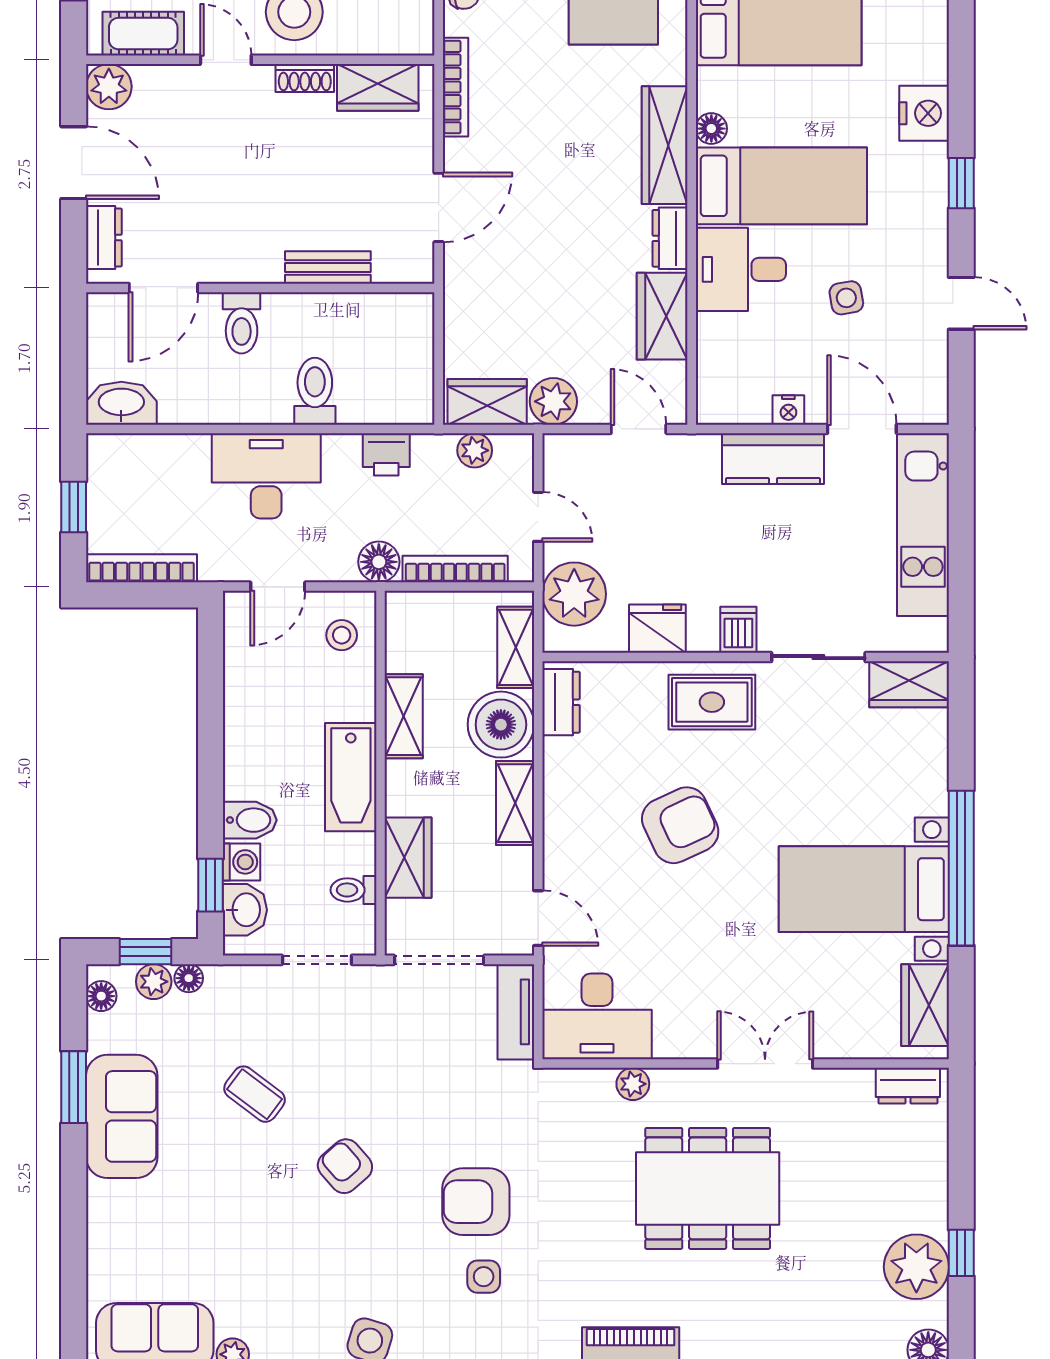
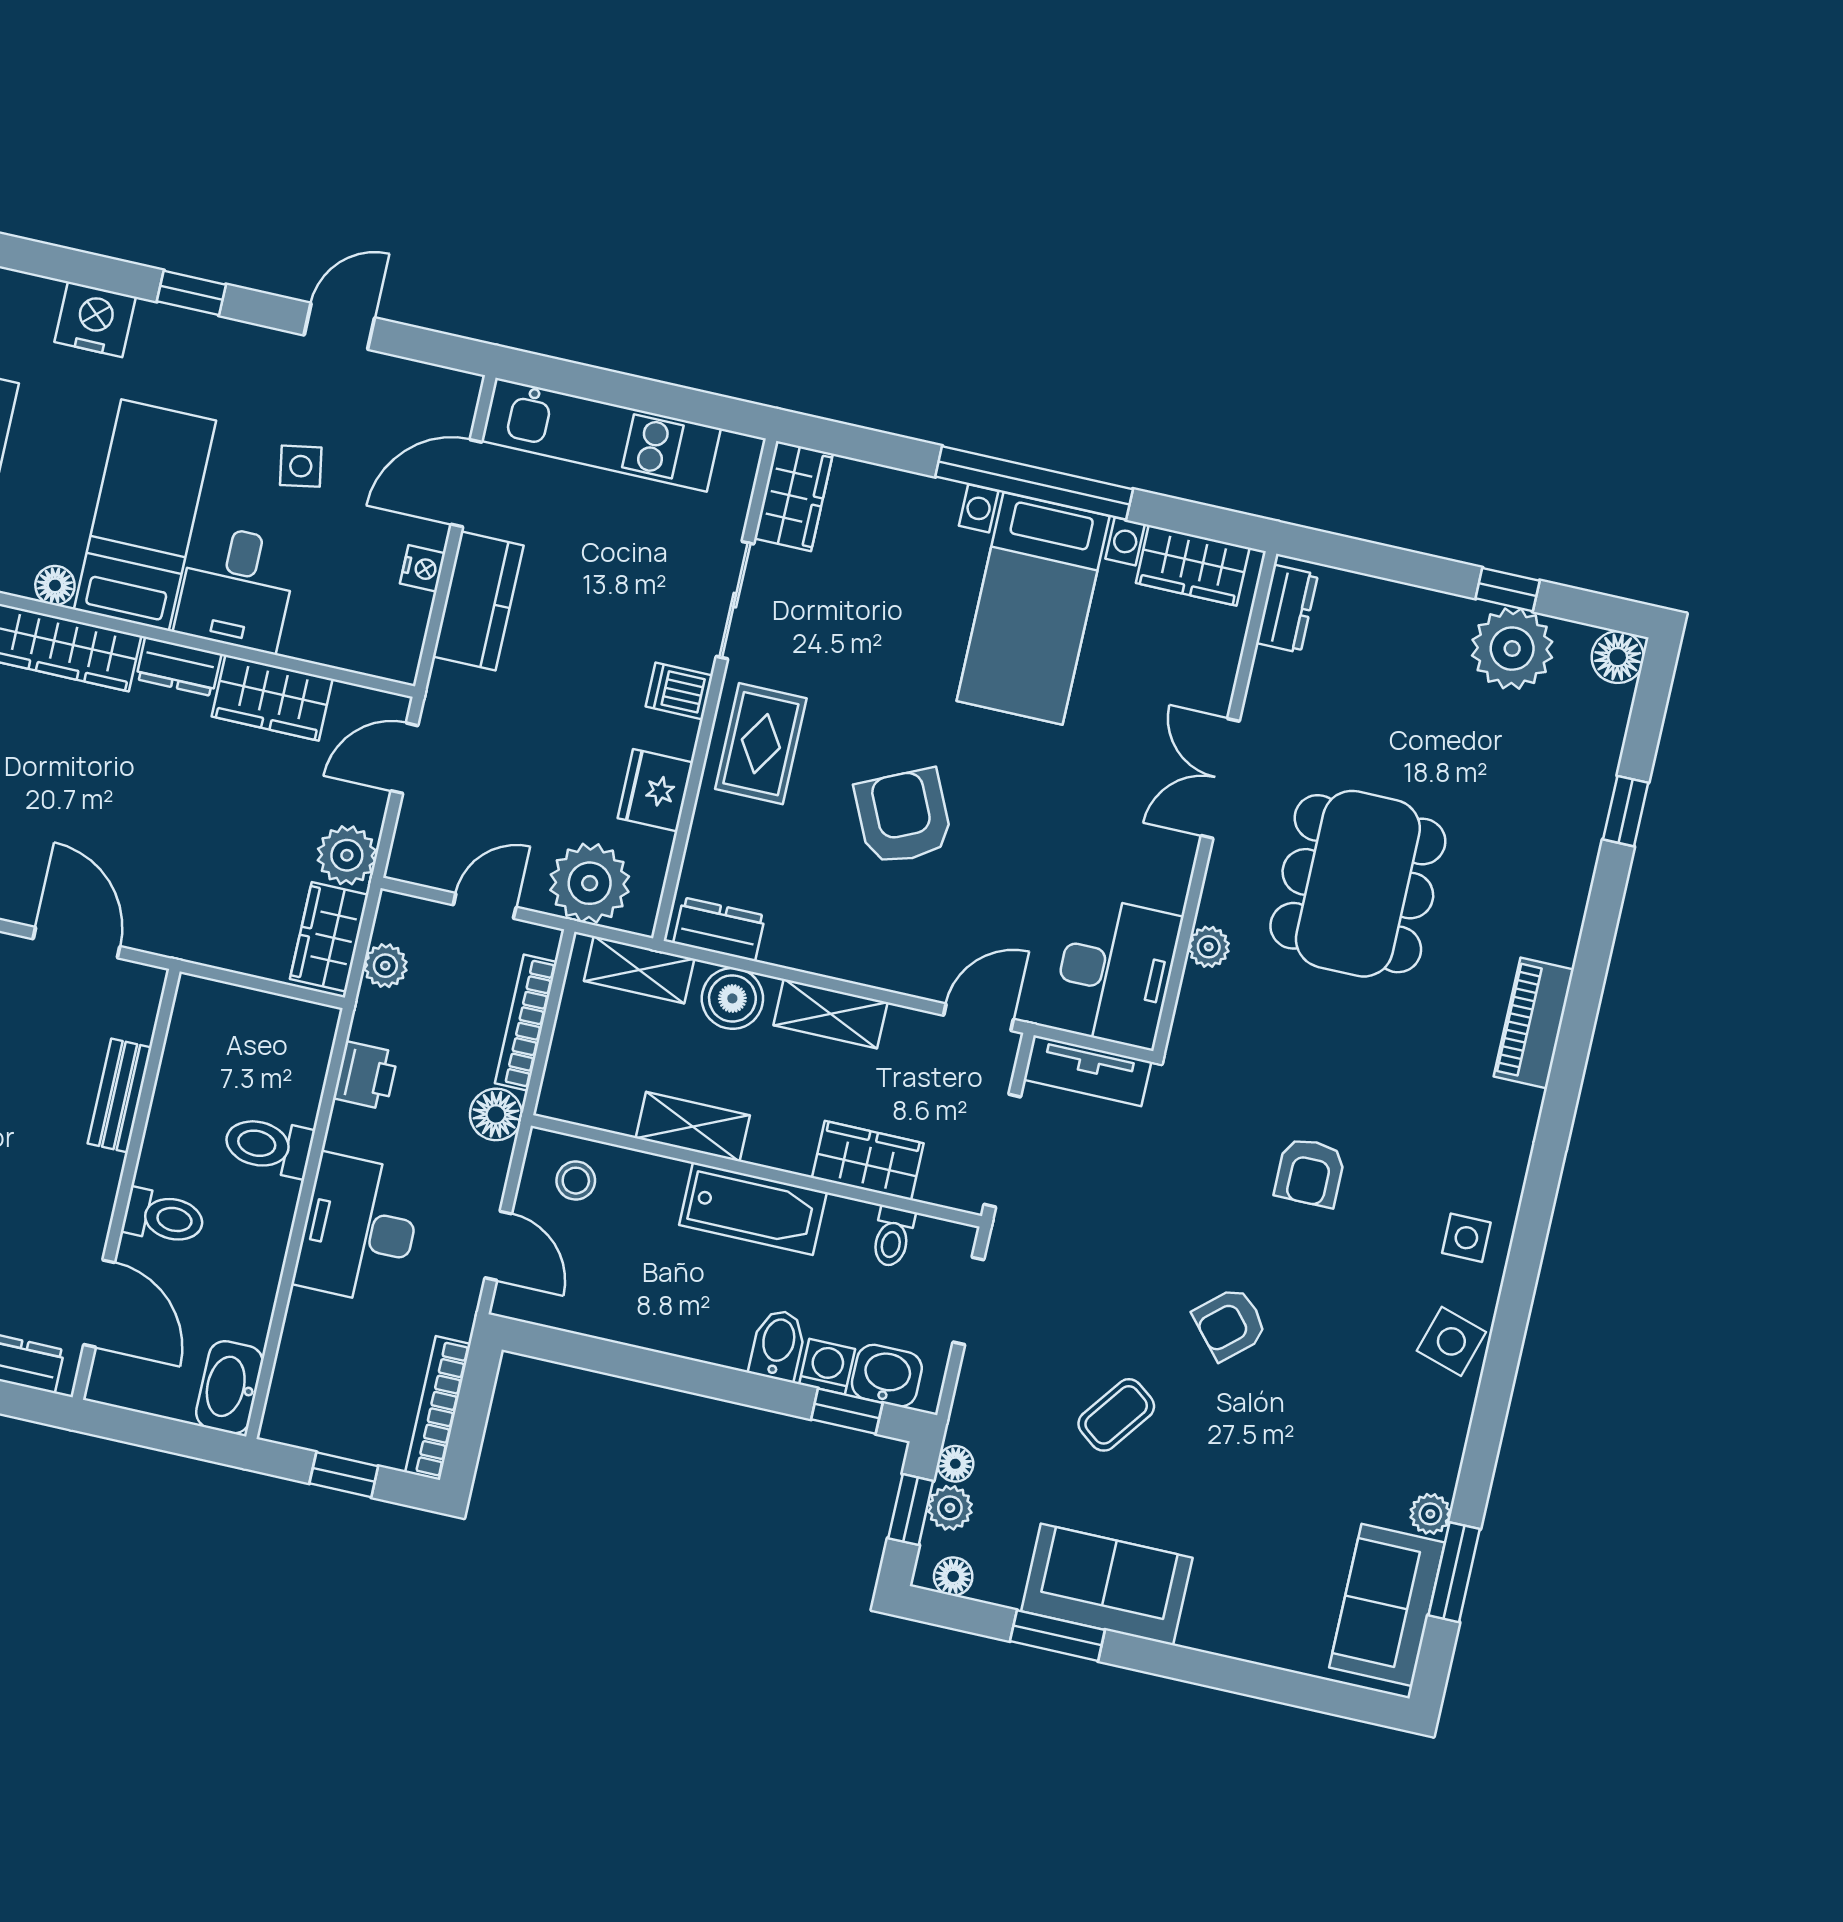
boiler: (501, 725) -> (732, 998), width x0.73, depth x0.73
armchair: (476, 1202) -> (1310, 1172), width x0.72, depth x0.72
side table: (484, 1277) -> (1466, 1238), moved

